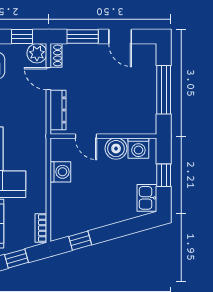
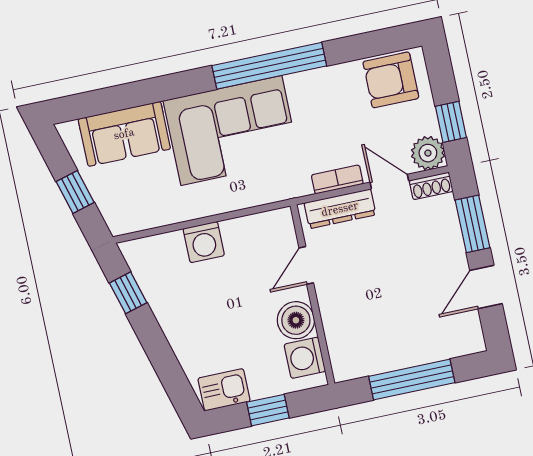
door: (48, 79) -> (389, 182), hinge flipped
washing machine: (60, 172) -> (204, 242), moved
bookcase: (41, 228) -> (337, 179), moved

